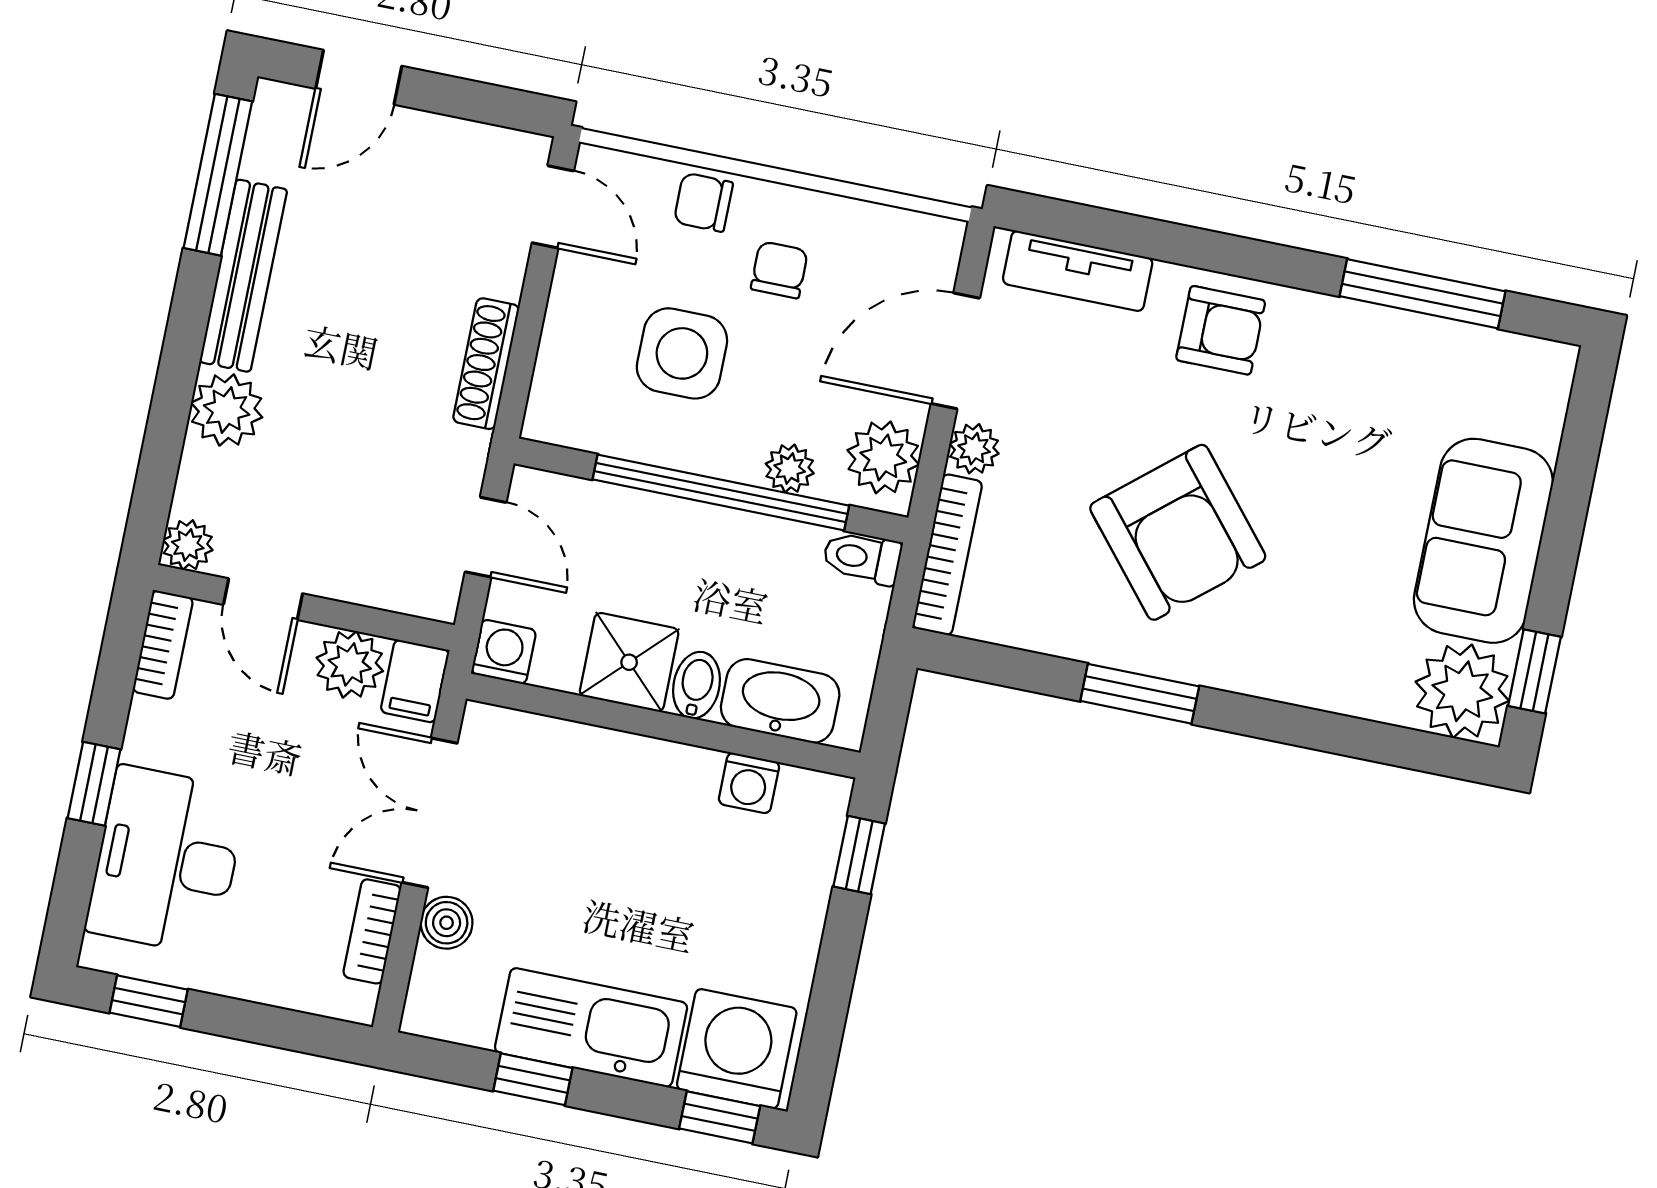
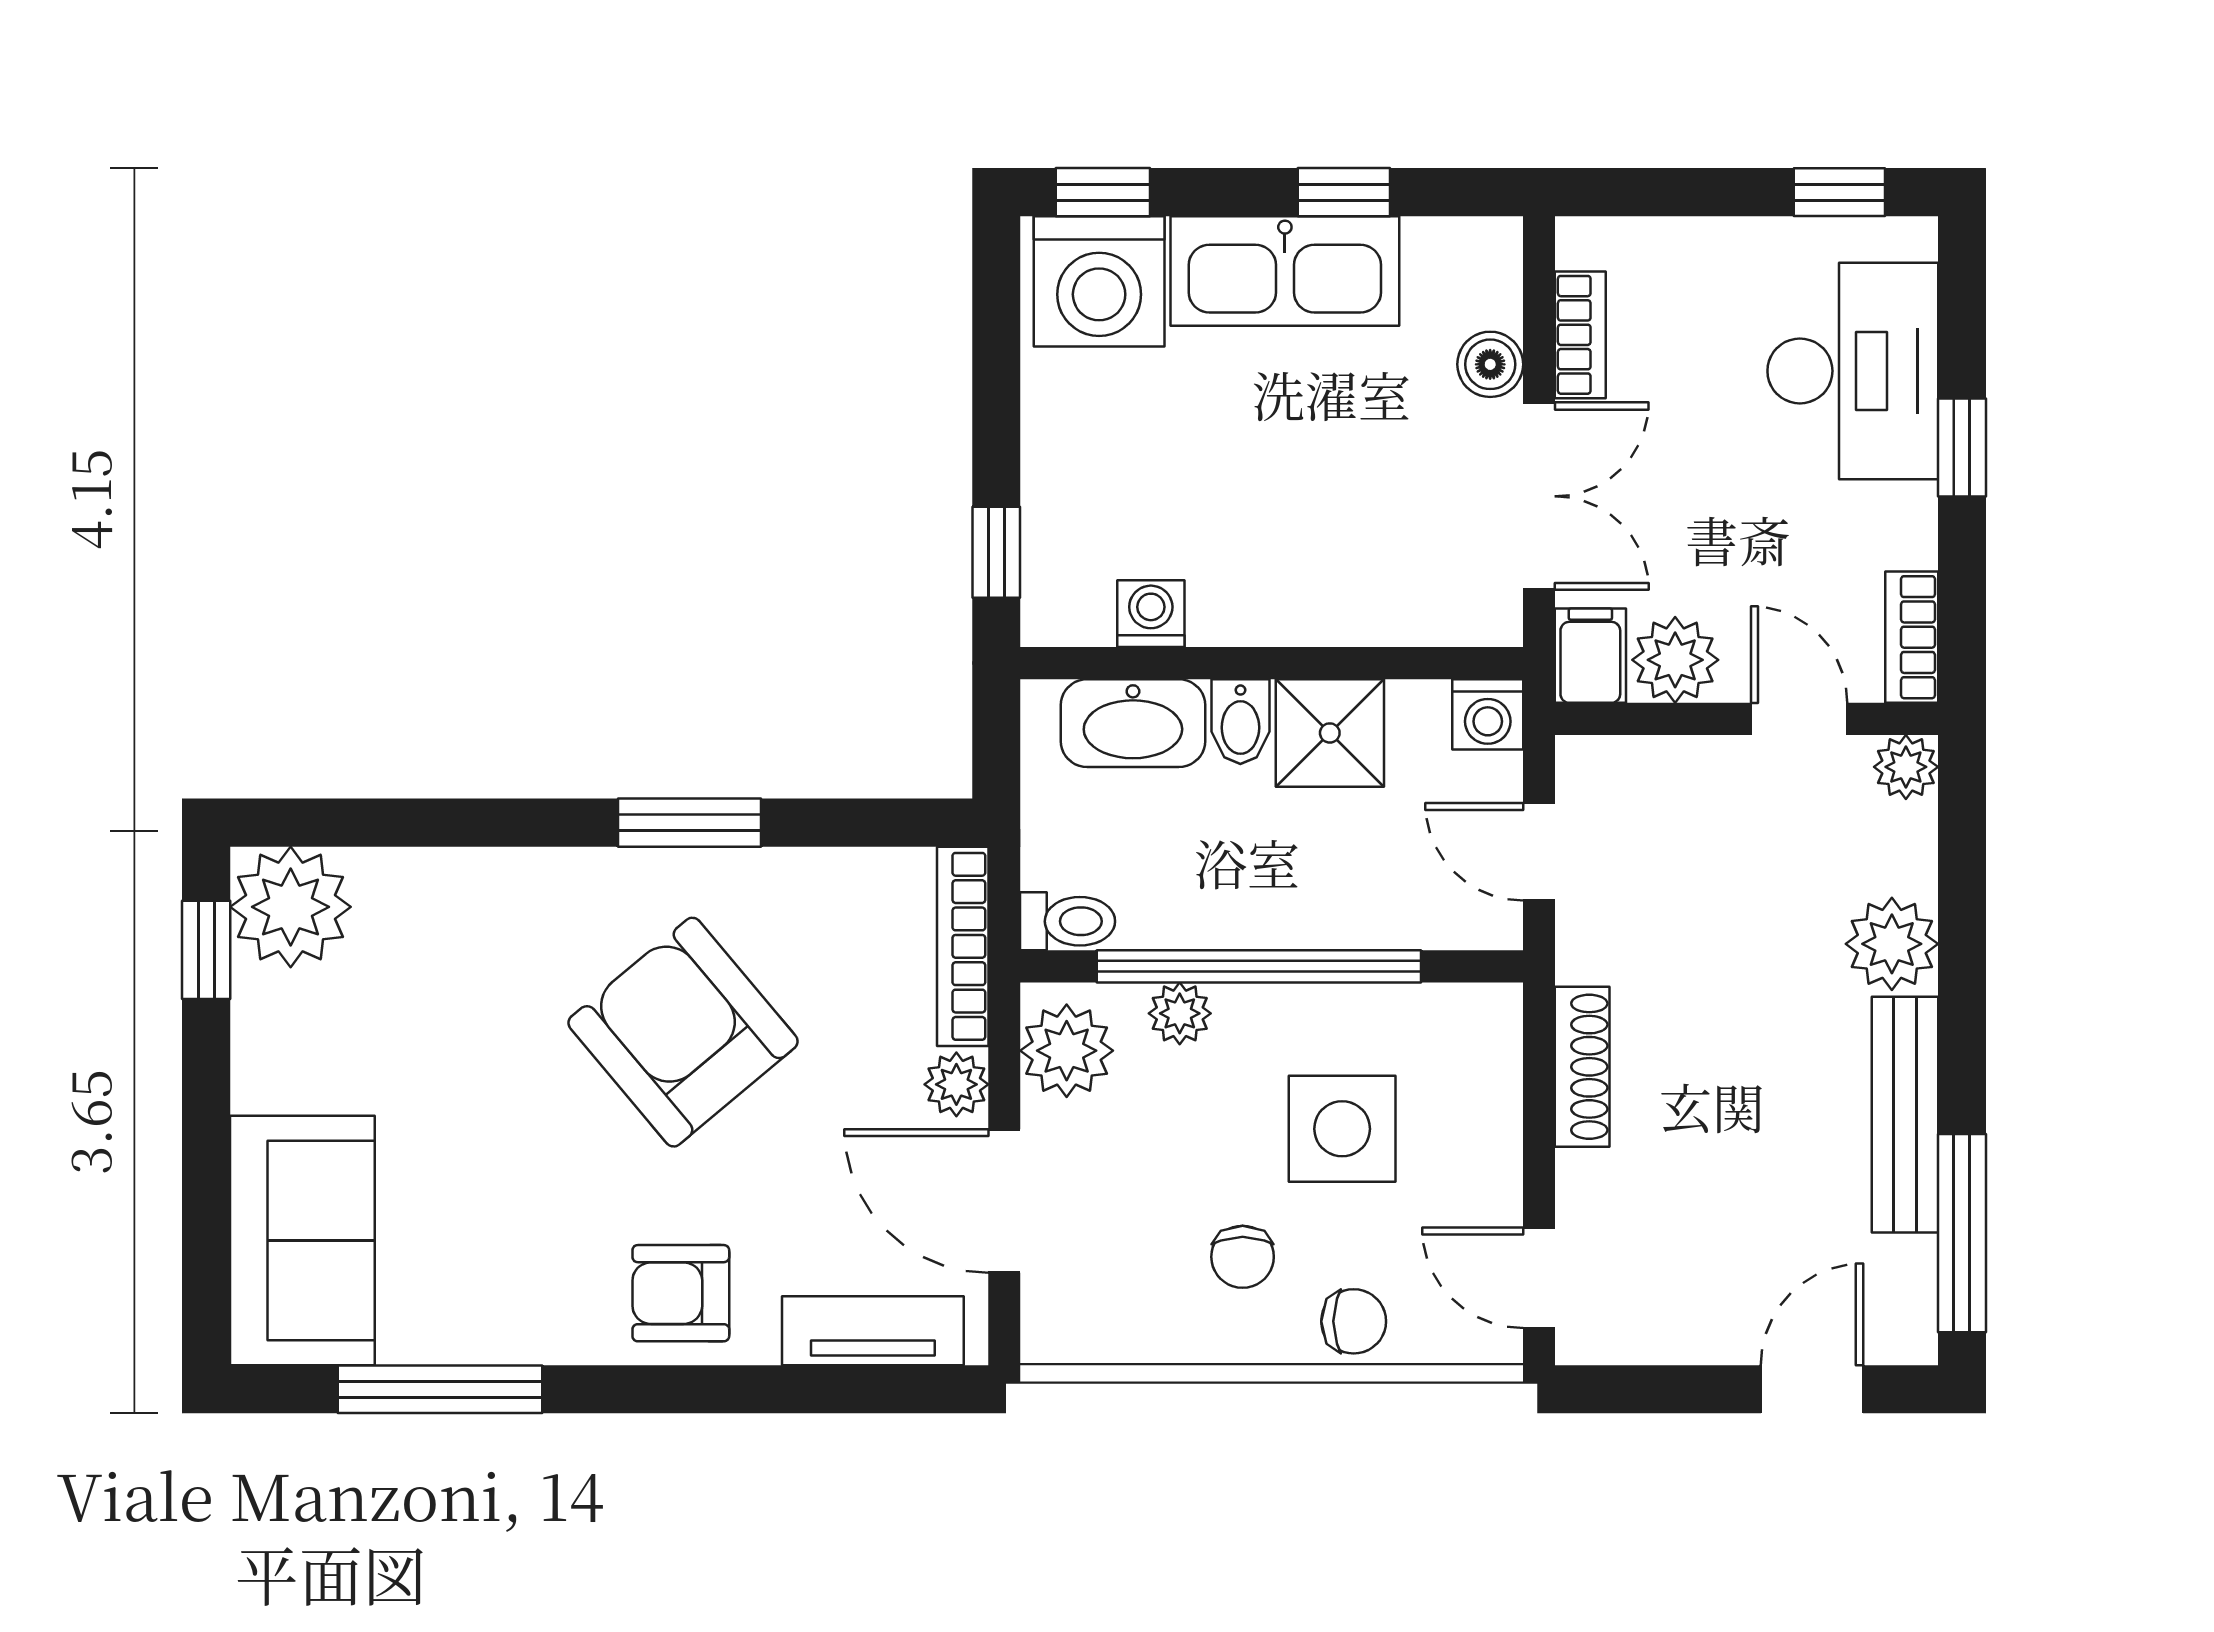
door: (955, 351) -> (1004, 1201), swing flipped
sofa: (1483, 541) -> (302, 1240), moved

